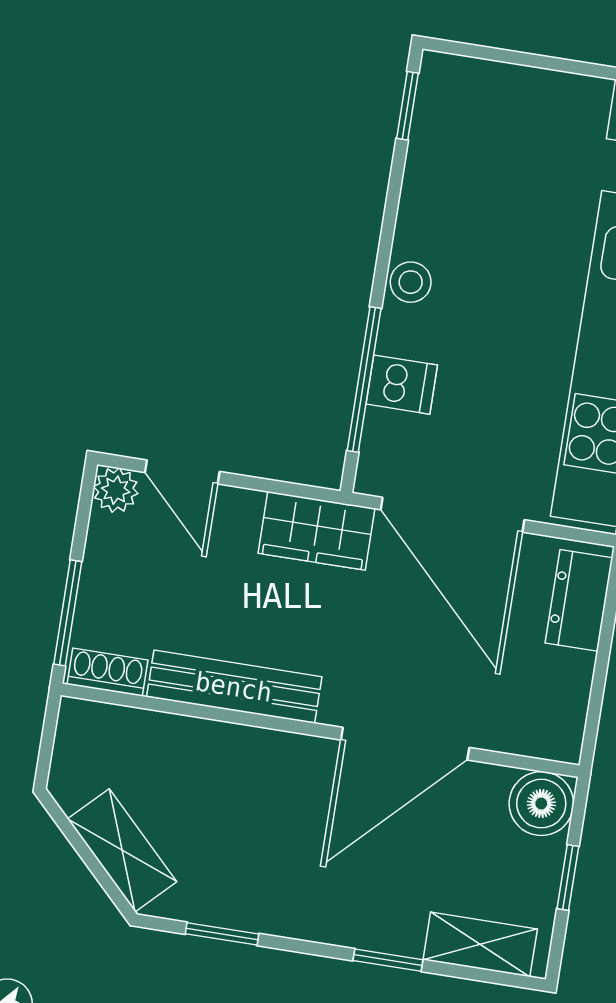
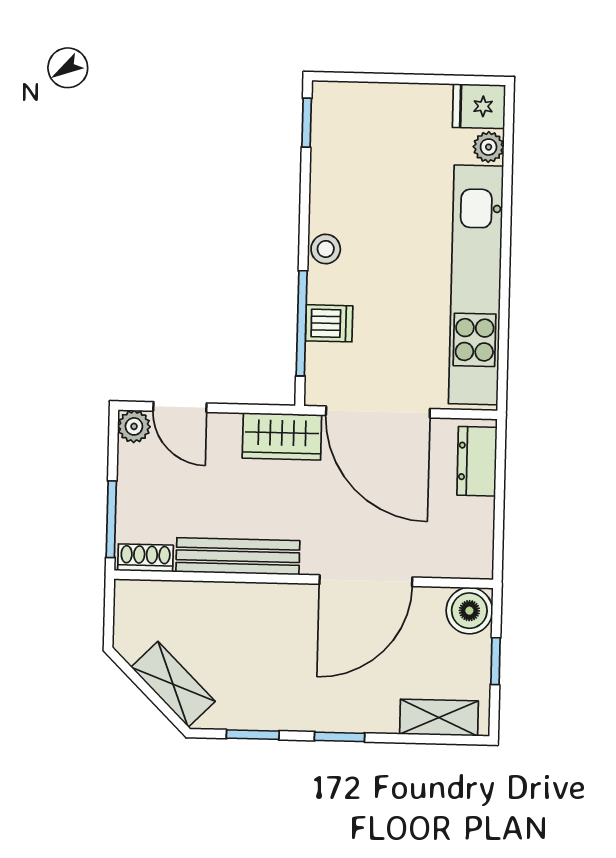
window: (388, 960) -> (340, 737), moved

